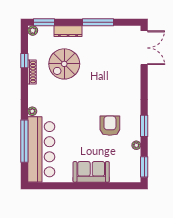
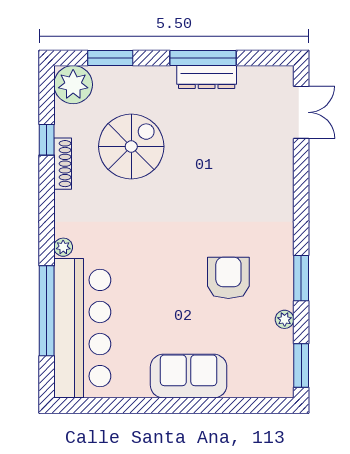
window: (44, 22) -> (110, 58), moved
plant: (33, 31) -> (73, 85), width x1.88, depth x1.88
dresser: (68, 31) -> (207, 77), moved
double door: (144, 48) -> (301, 112), width x0.73
spiral stairs: (64, 64) -> (131, 147), turned 180

